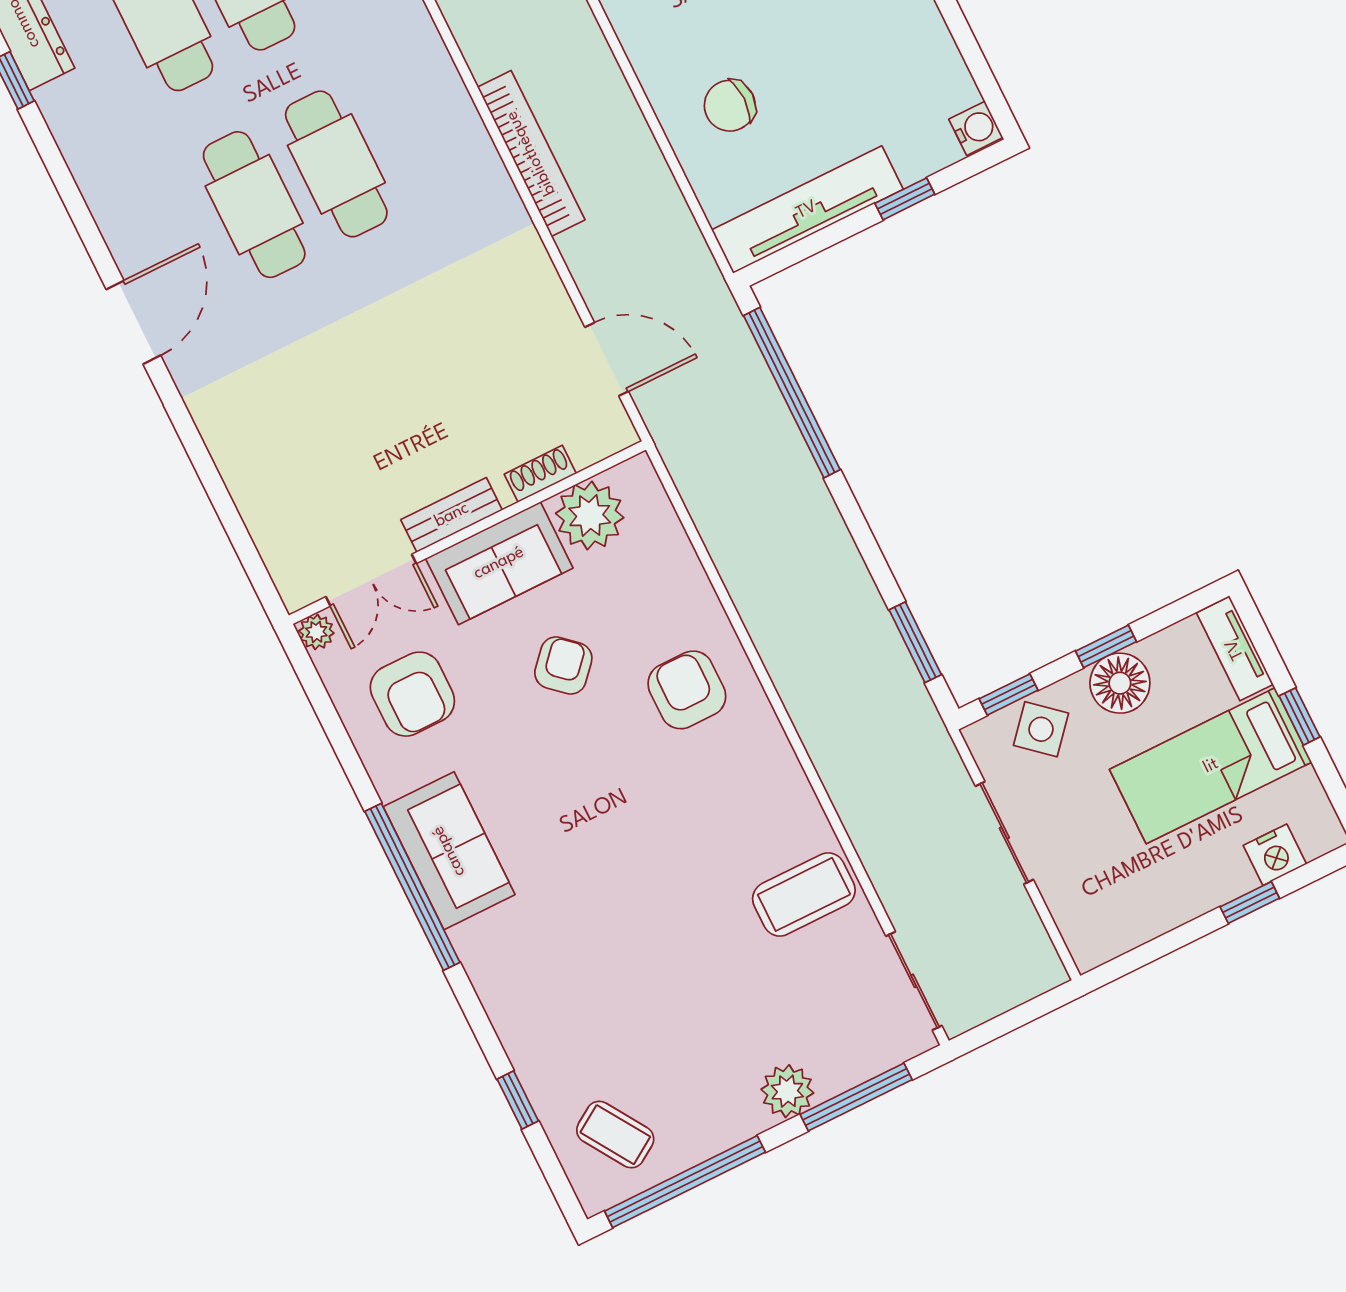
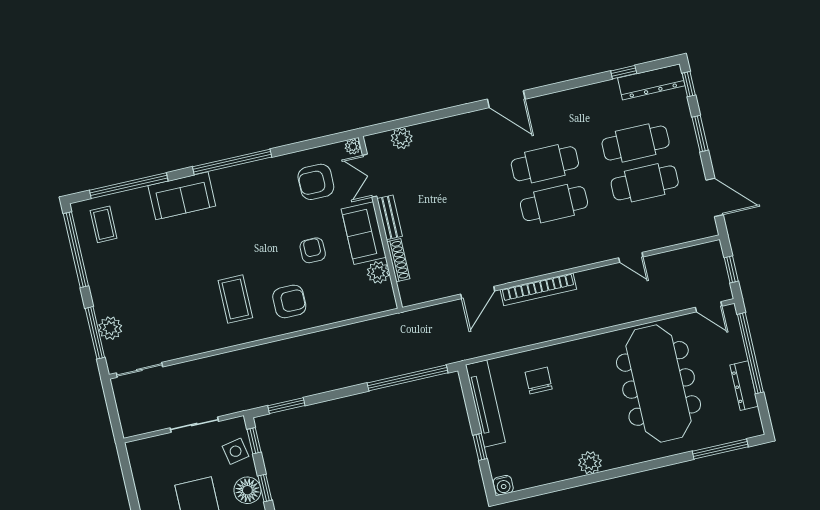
door: (607, 359) -> (478, 292), moved
shoe rack: (540, 474) -> (398, 260), width x1.43
plant: (590, 516) -> (378, 272), width x0.73, depth x0.73
plant: (273, 530) -> (402, 138), added
armchair: (563, 666) -> (313, 250), turned -132
side table: (1041, 729) -> (236, 451), turned 38
sofa: (449, 851) -> (182, 196), moved
coffee table: (804, 894) -> (235, 299), moved
plant: (787, 1091) -> (110, 328), moved
window: (518, 1100) -> (129, 186), width x3.17
coffee table: (615, 1135) -> (104, 224), turned -57

